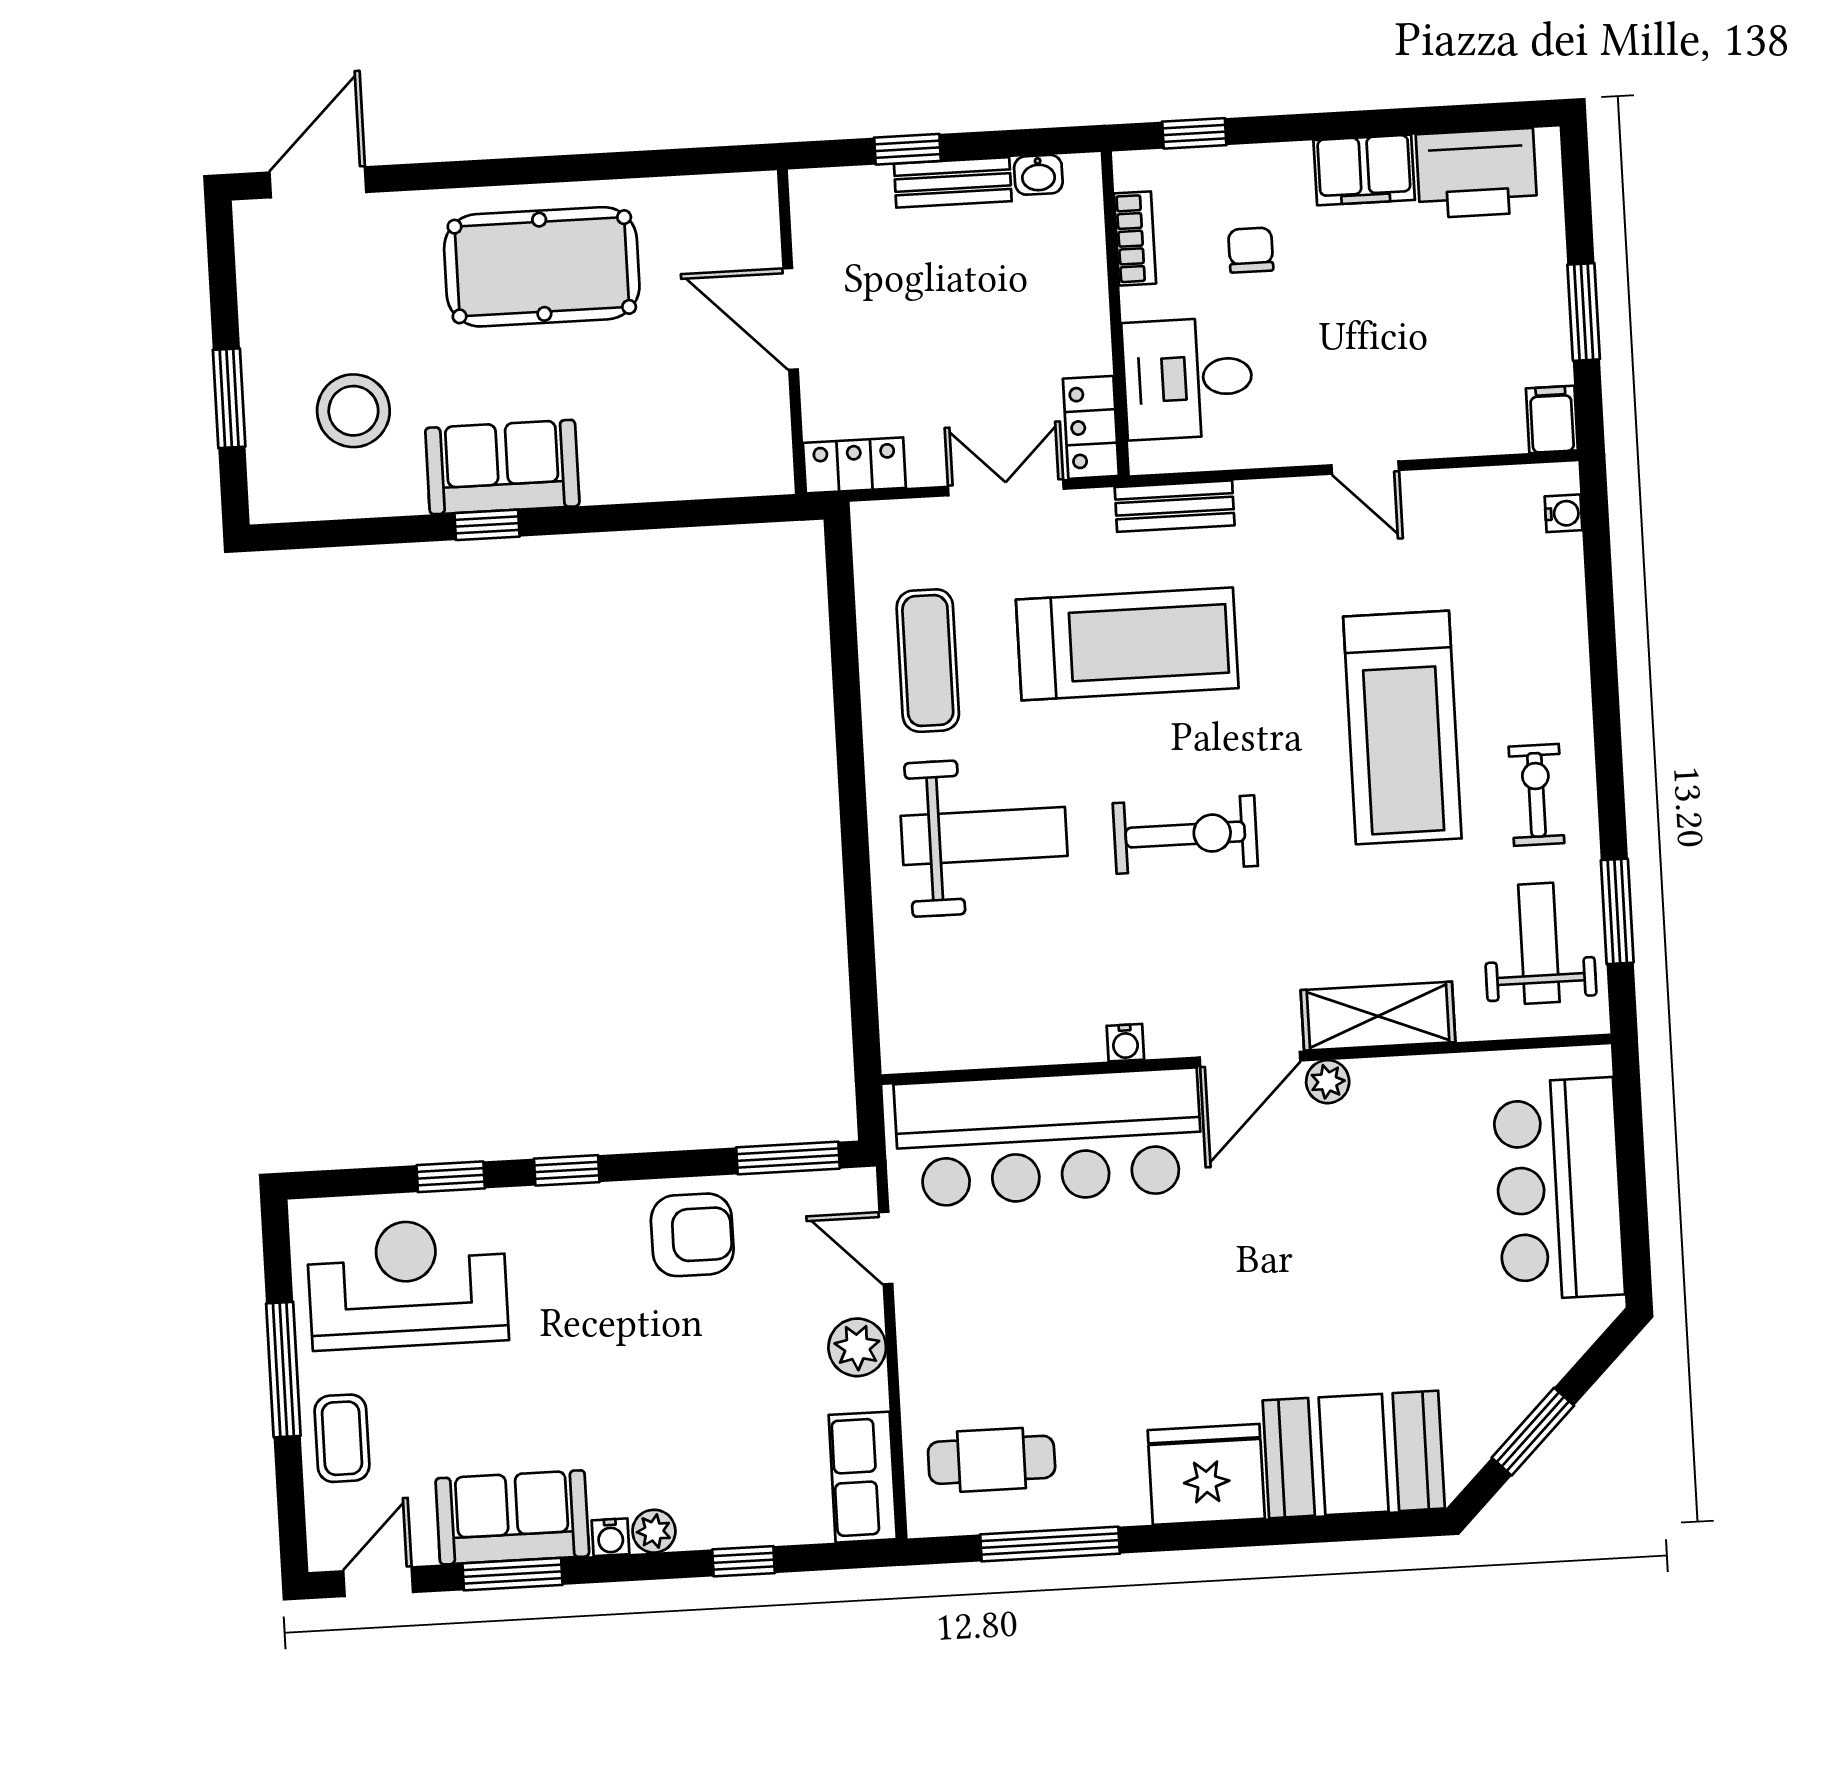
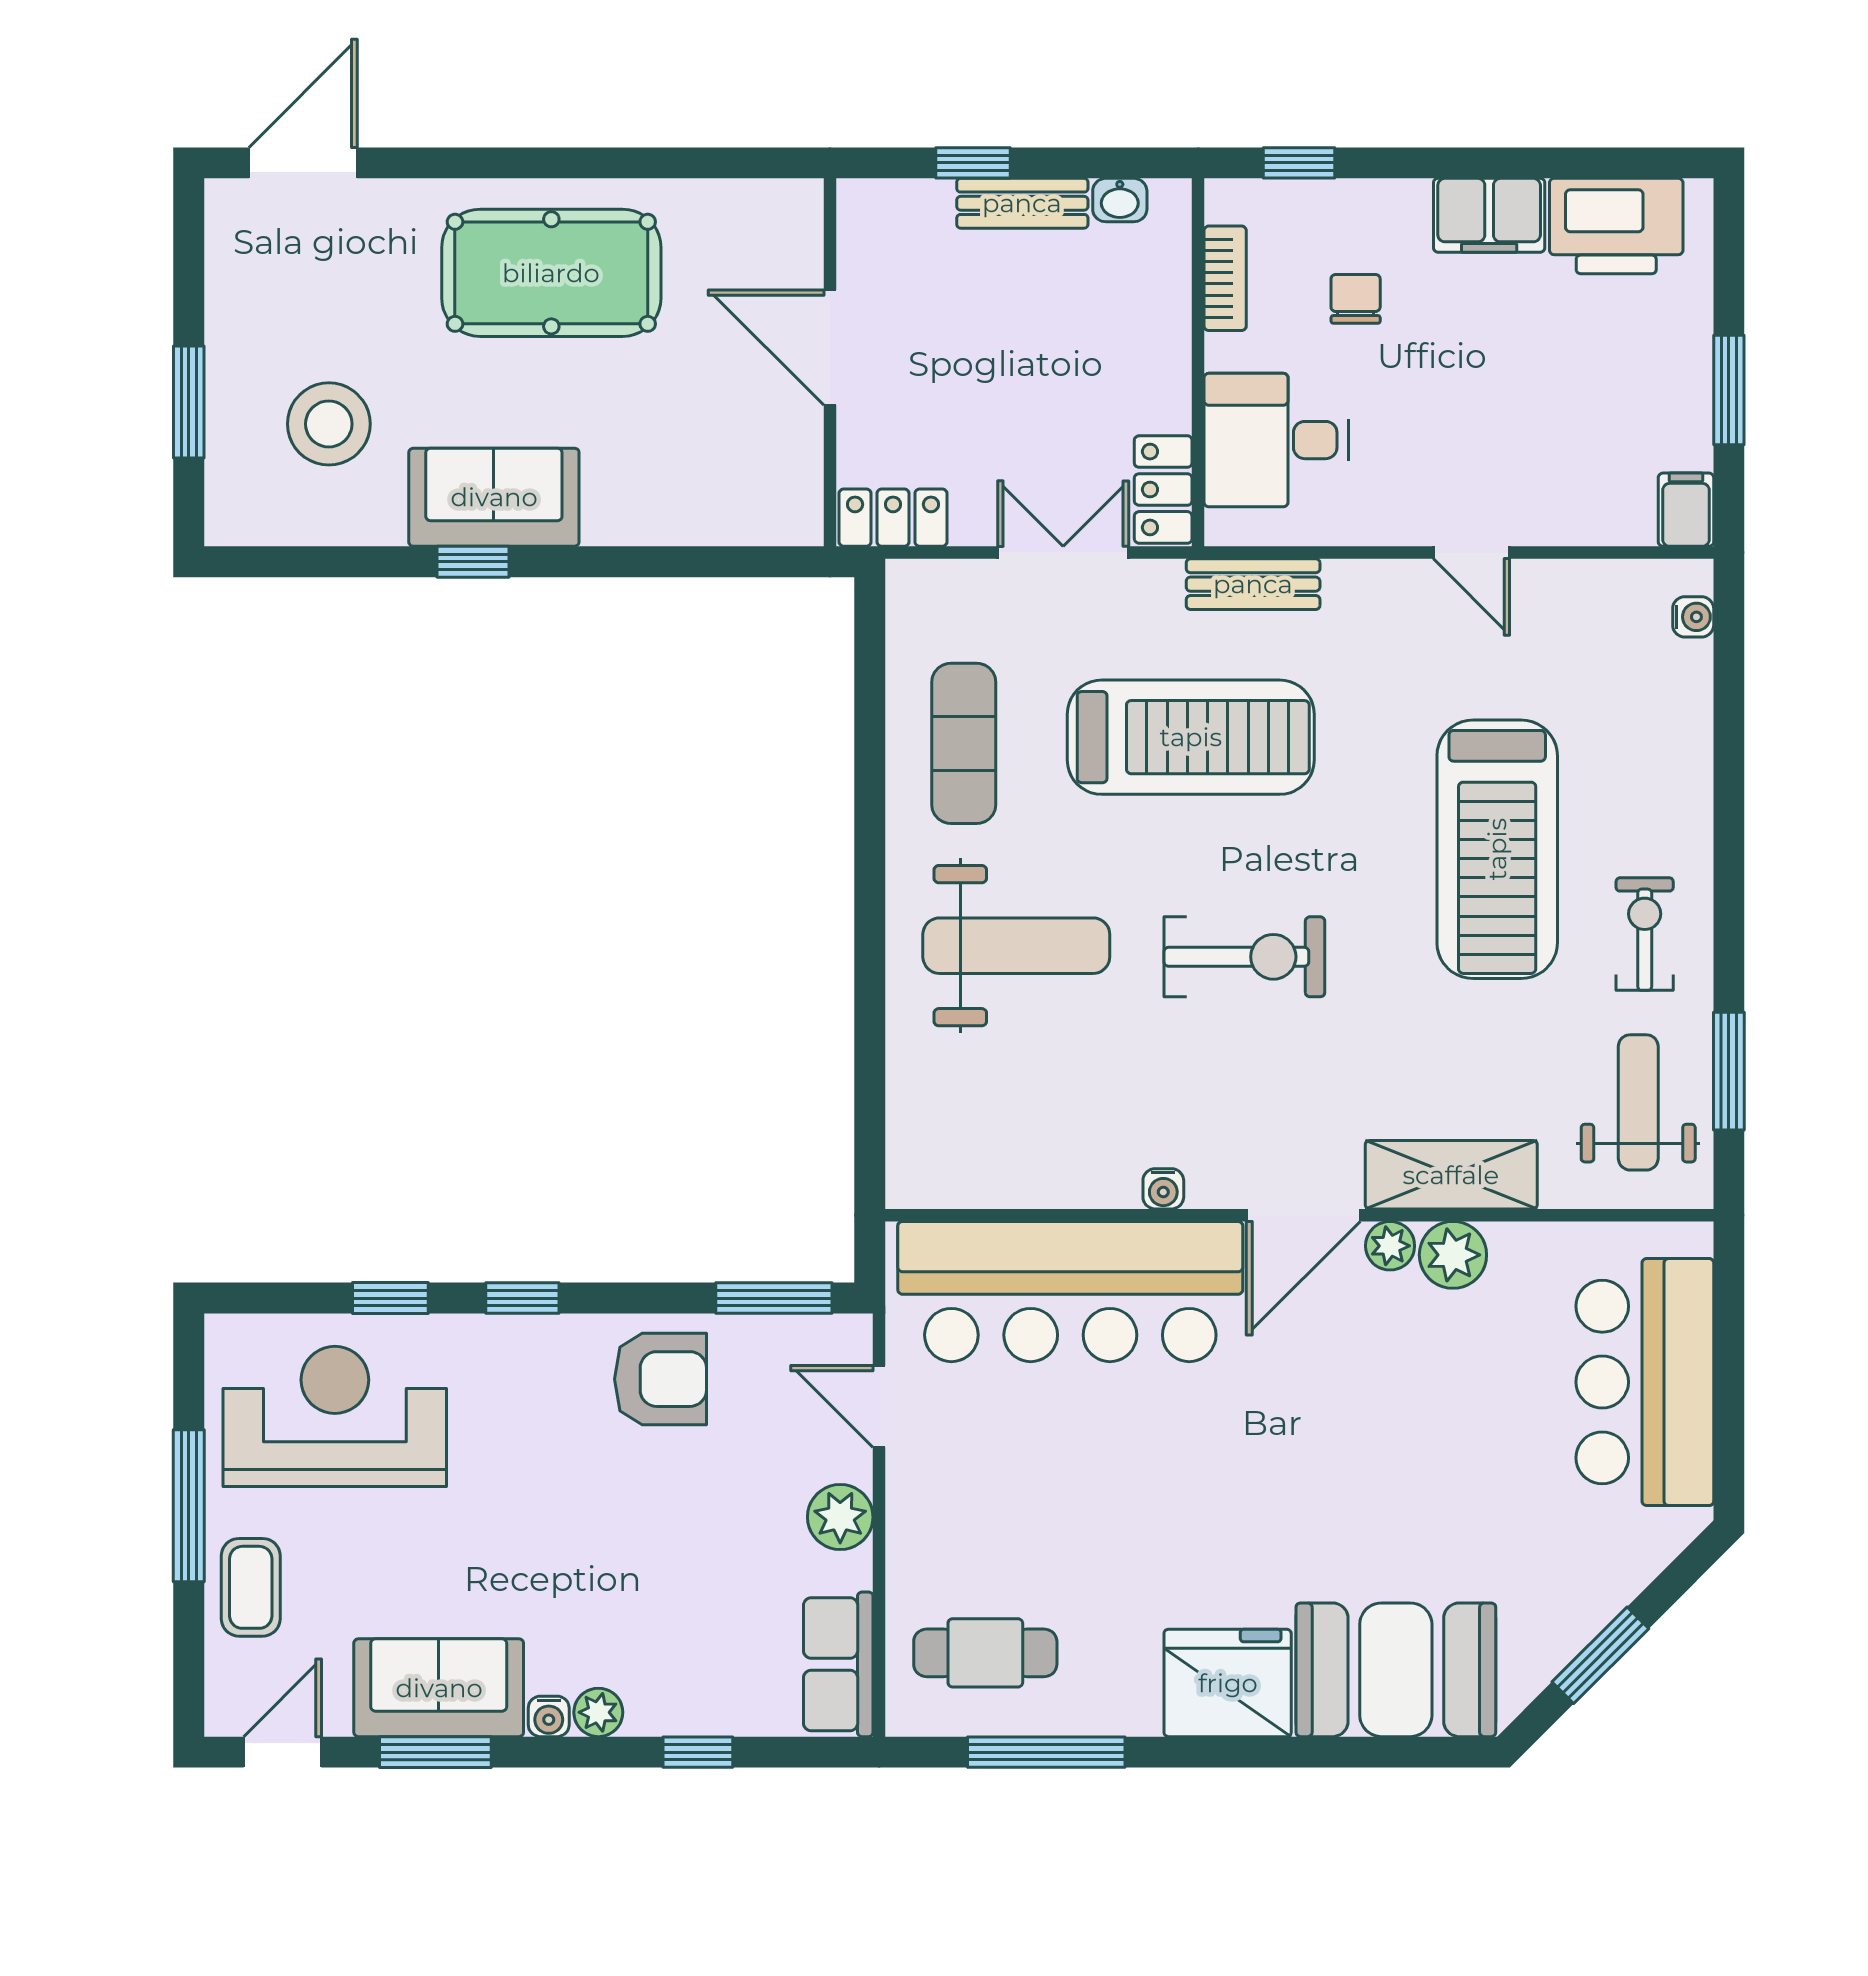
plant: (1383, 1087) -> (1453, 1255), added

